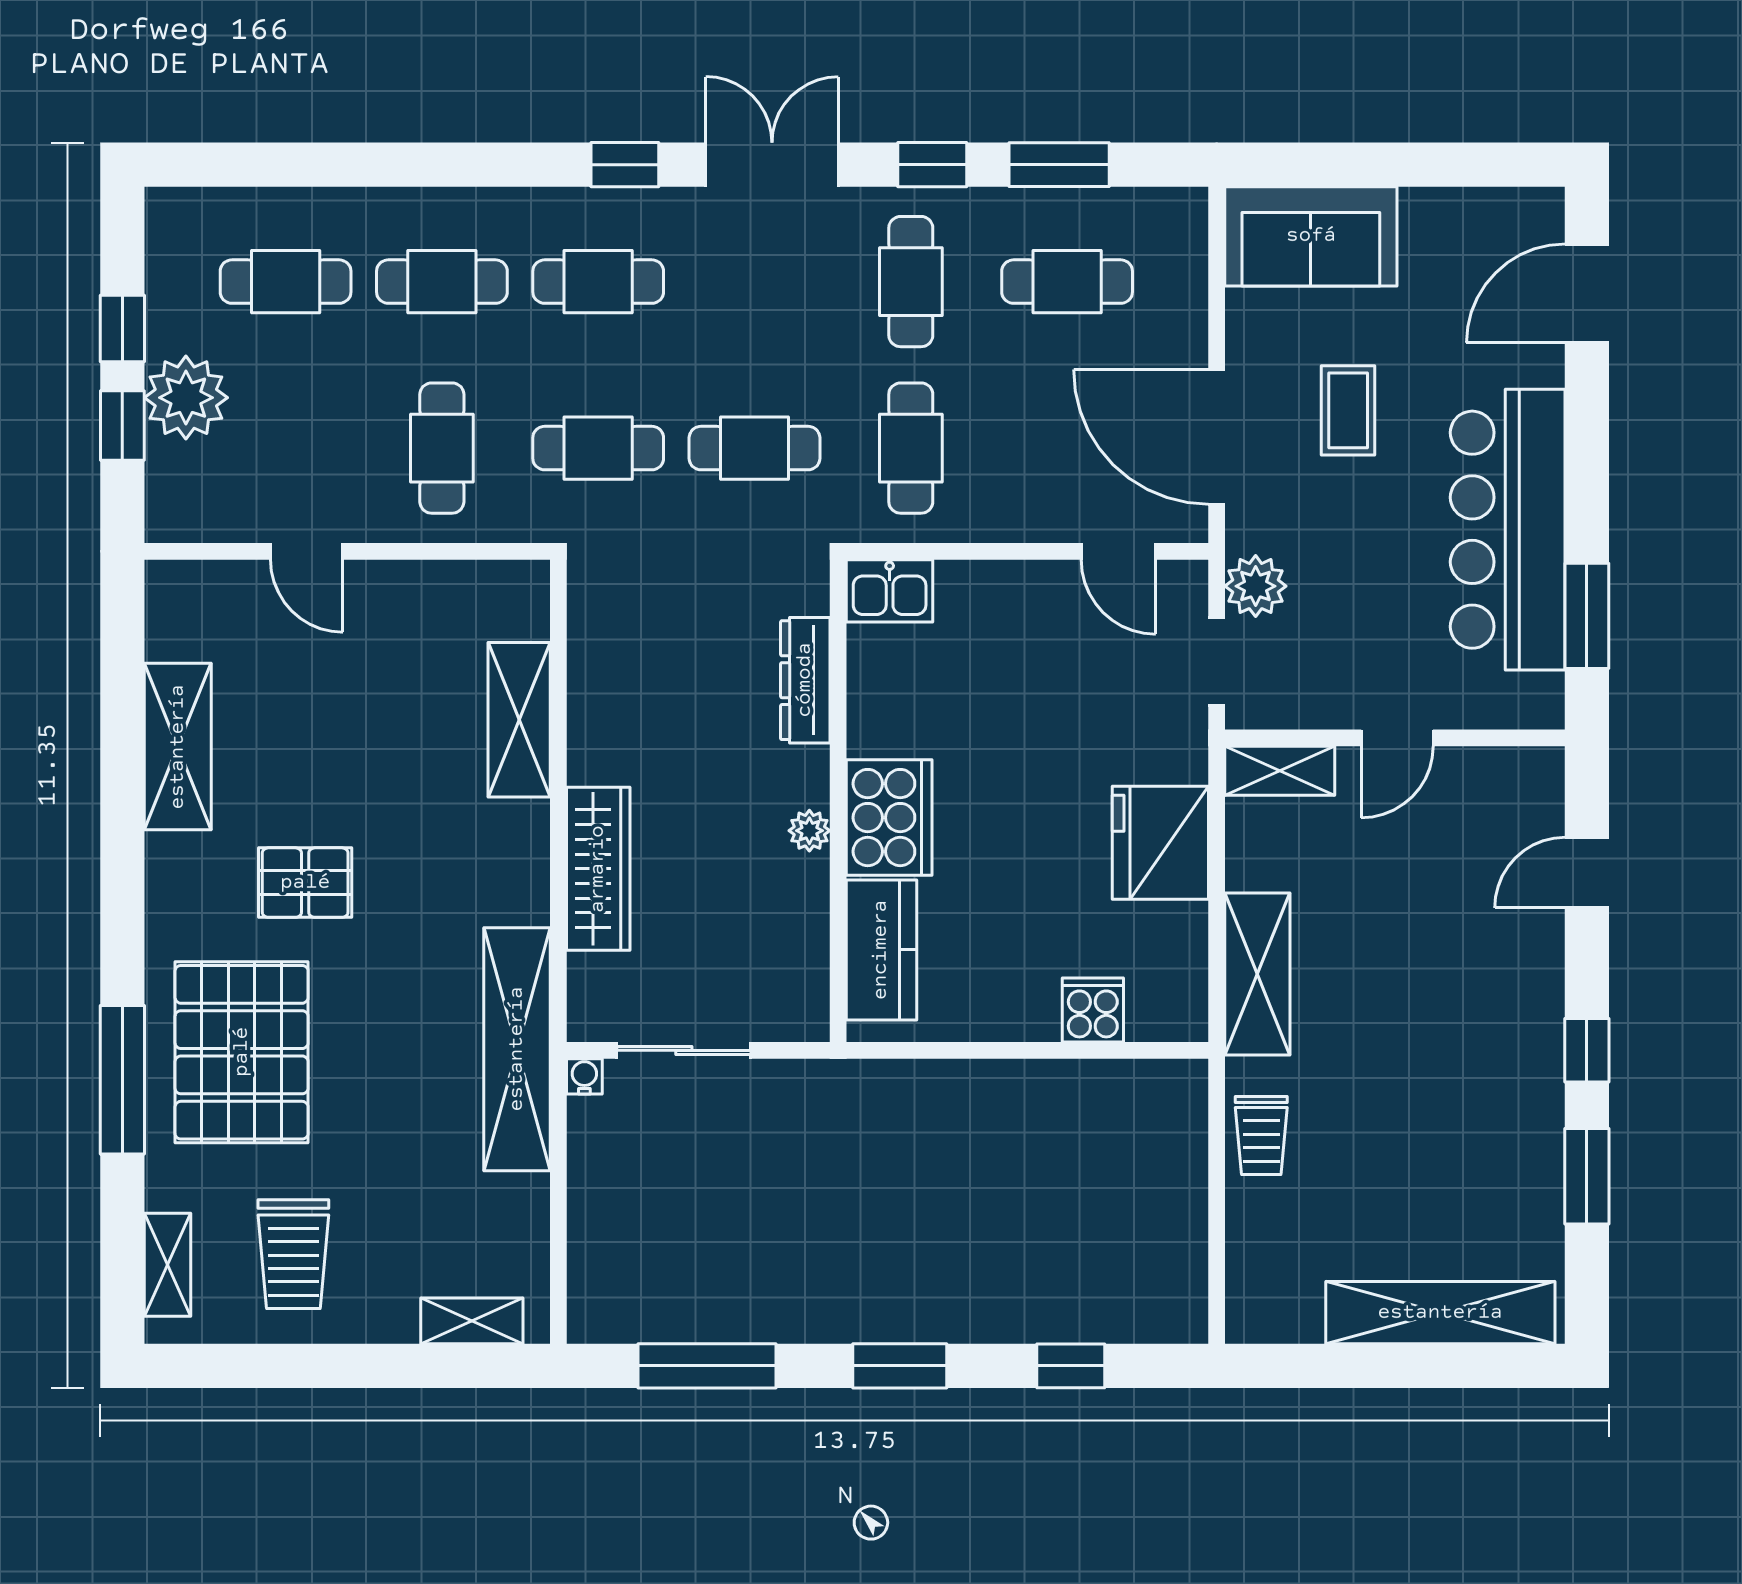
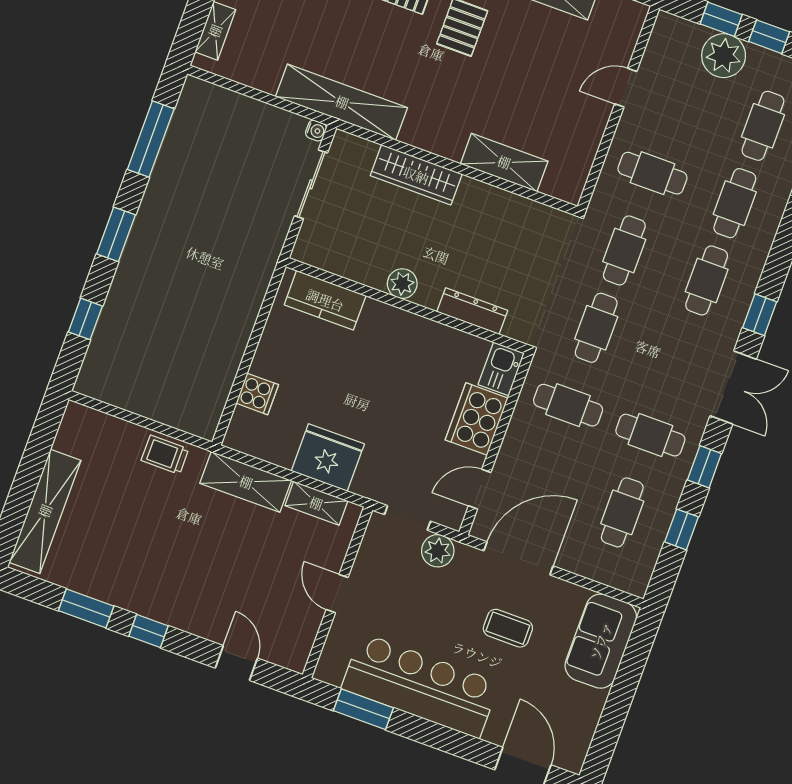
window: (1059, 165) -> (682, 529), width x0.67
shelving: (1280, 771) -> (316, 503), moved, turned 90
cooker: (889, 818) -> (477, 419), moved, turned 90
plant: (809, 831) -> (402, 284), width x1.38, depth x1.38

